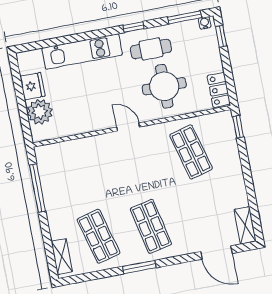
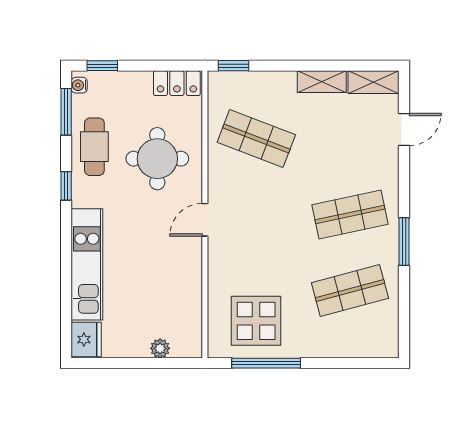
cafe table: (151, 49) -> (94, 147), moved
fridge: (32, 86) -> (86, 339), moved, turned 90
plant: (40, 112) -> (160, 348), width x0.53, depth x0.53
shop shelf: (191, 152) -> (256, 138), turned 36
display table: (65, 175) -> (256, 321), added
door: (216, 253) -> (404, 130), width x0.73
shelving: (62, 257) -> (322, 82), moved

